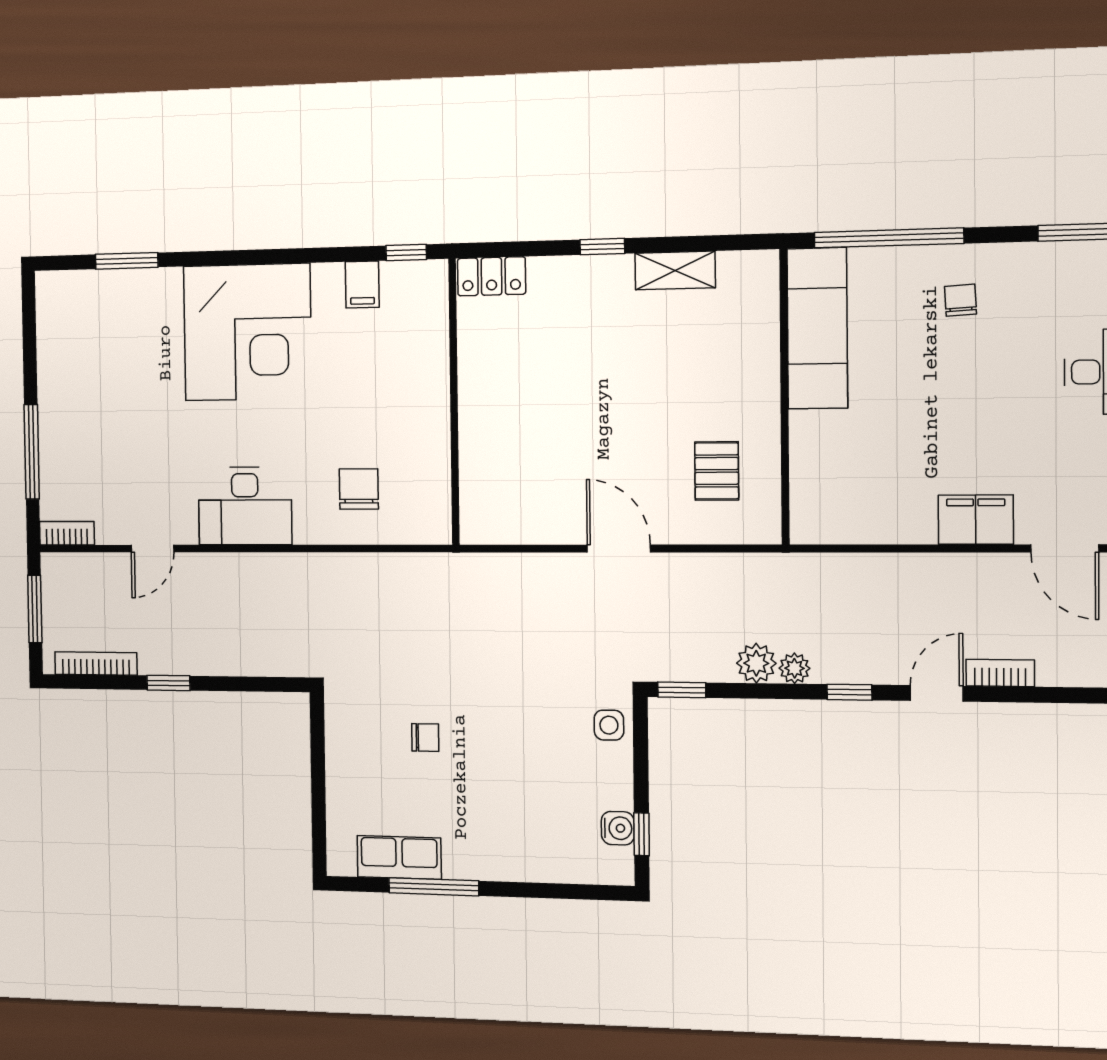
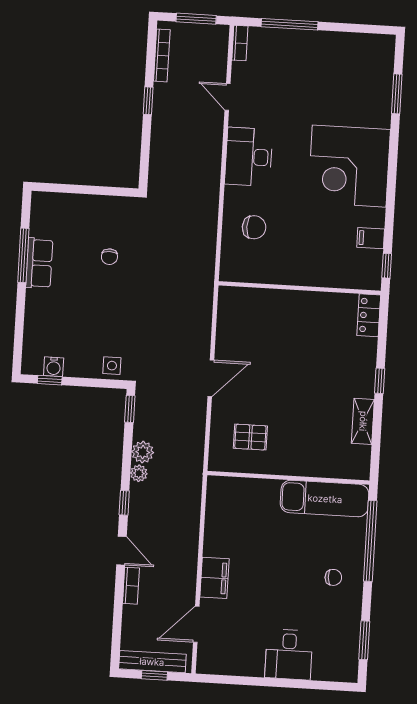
row of seats: (399, 857) -> (39, 263), moved

